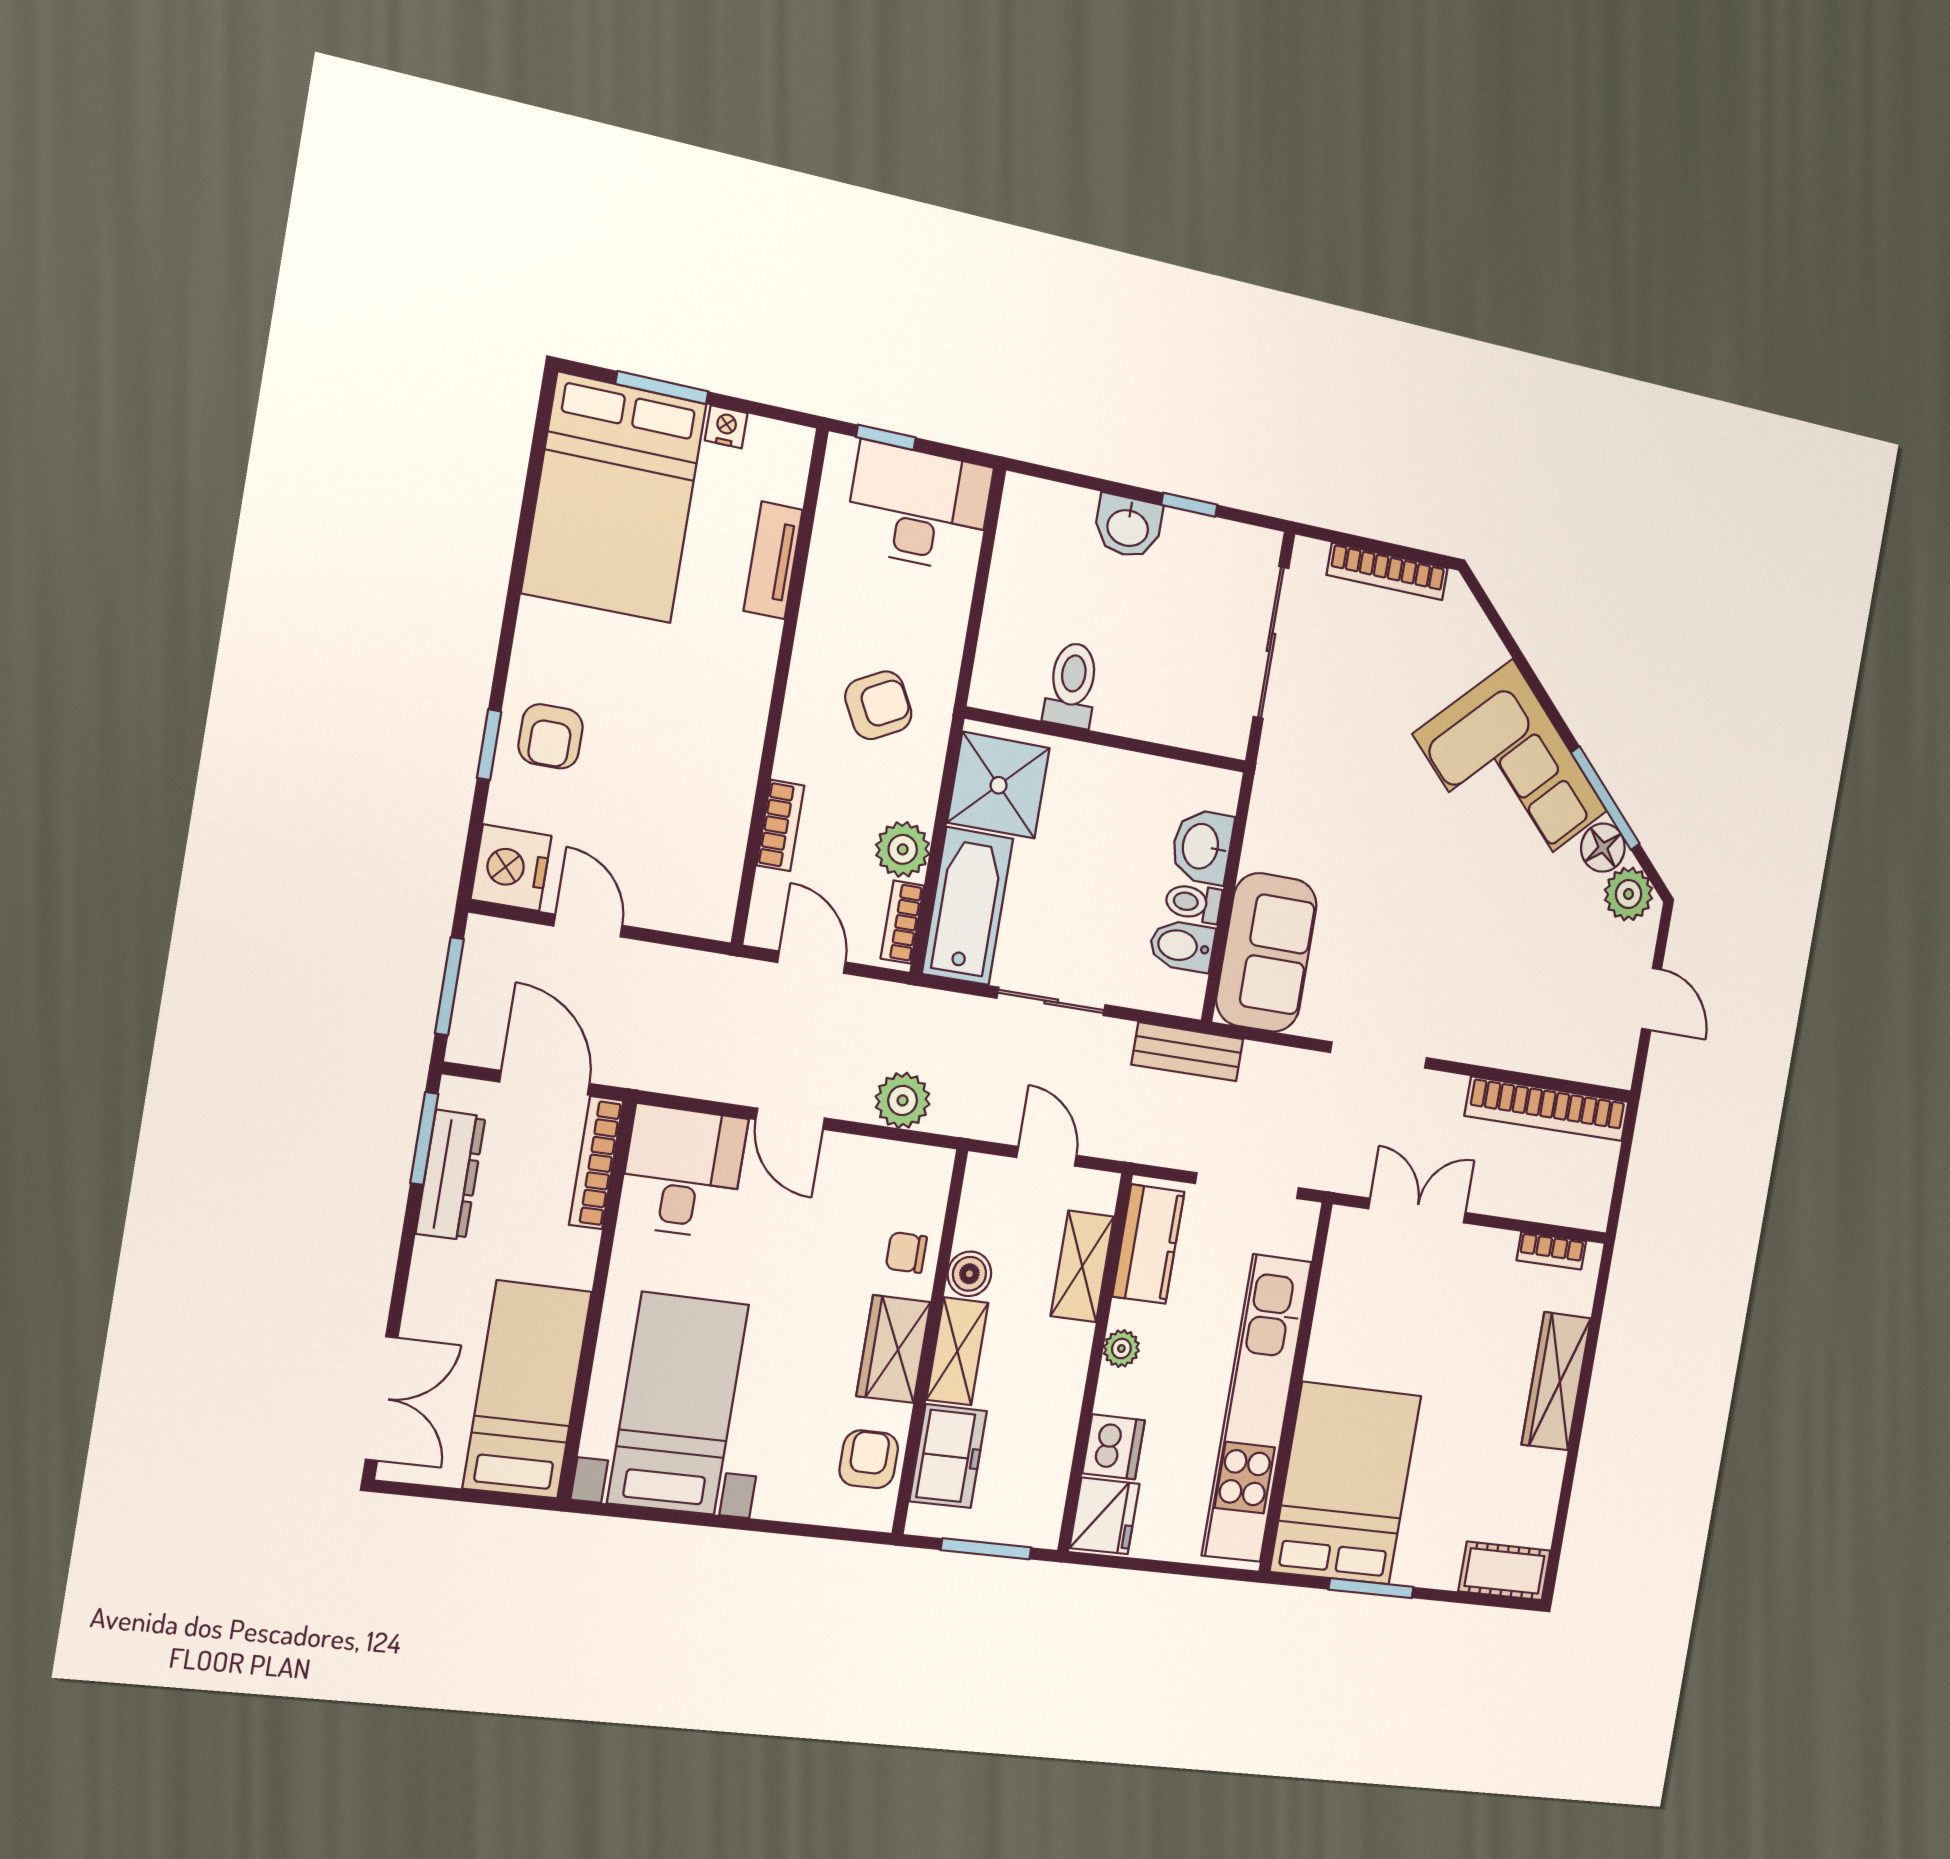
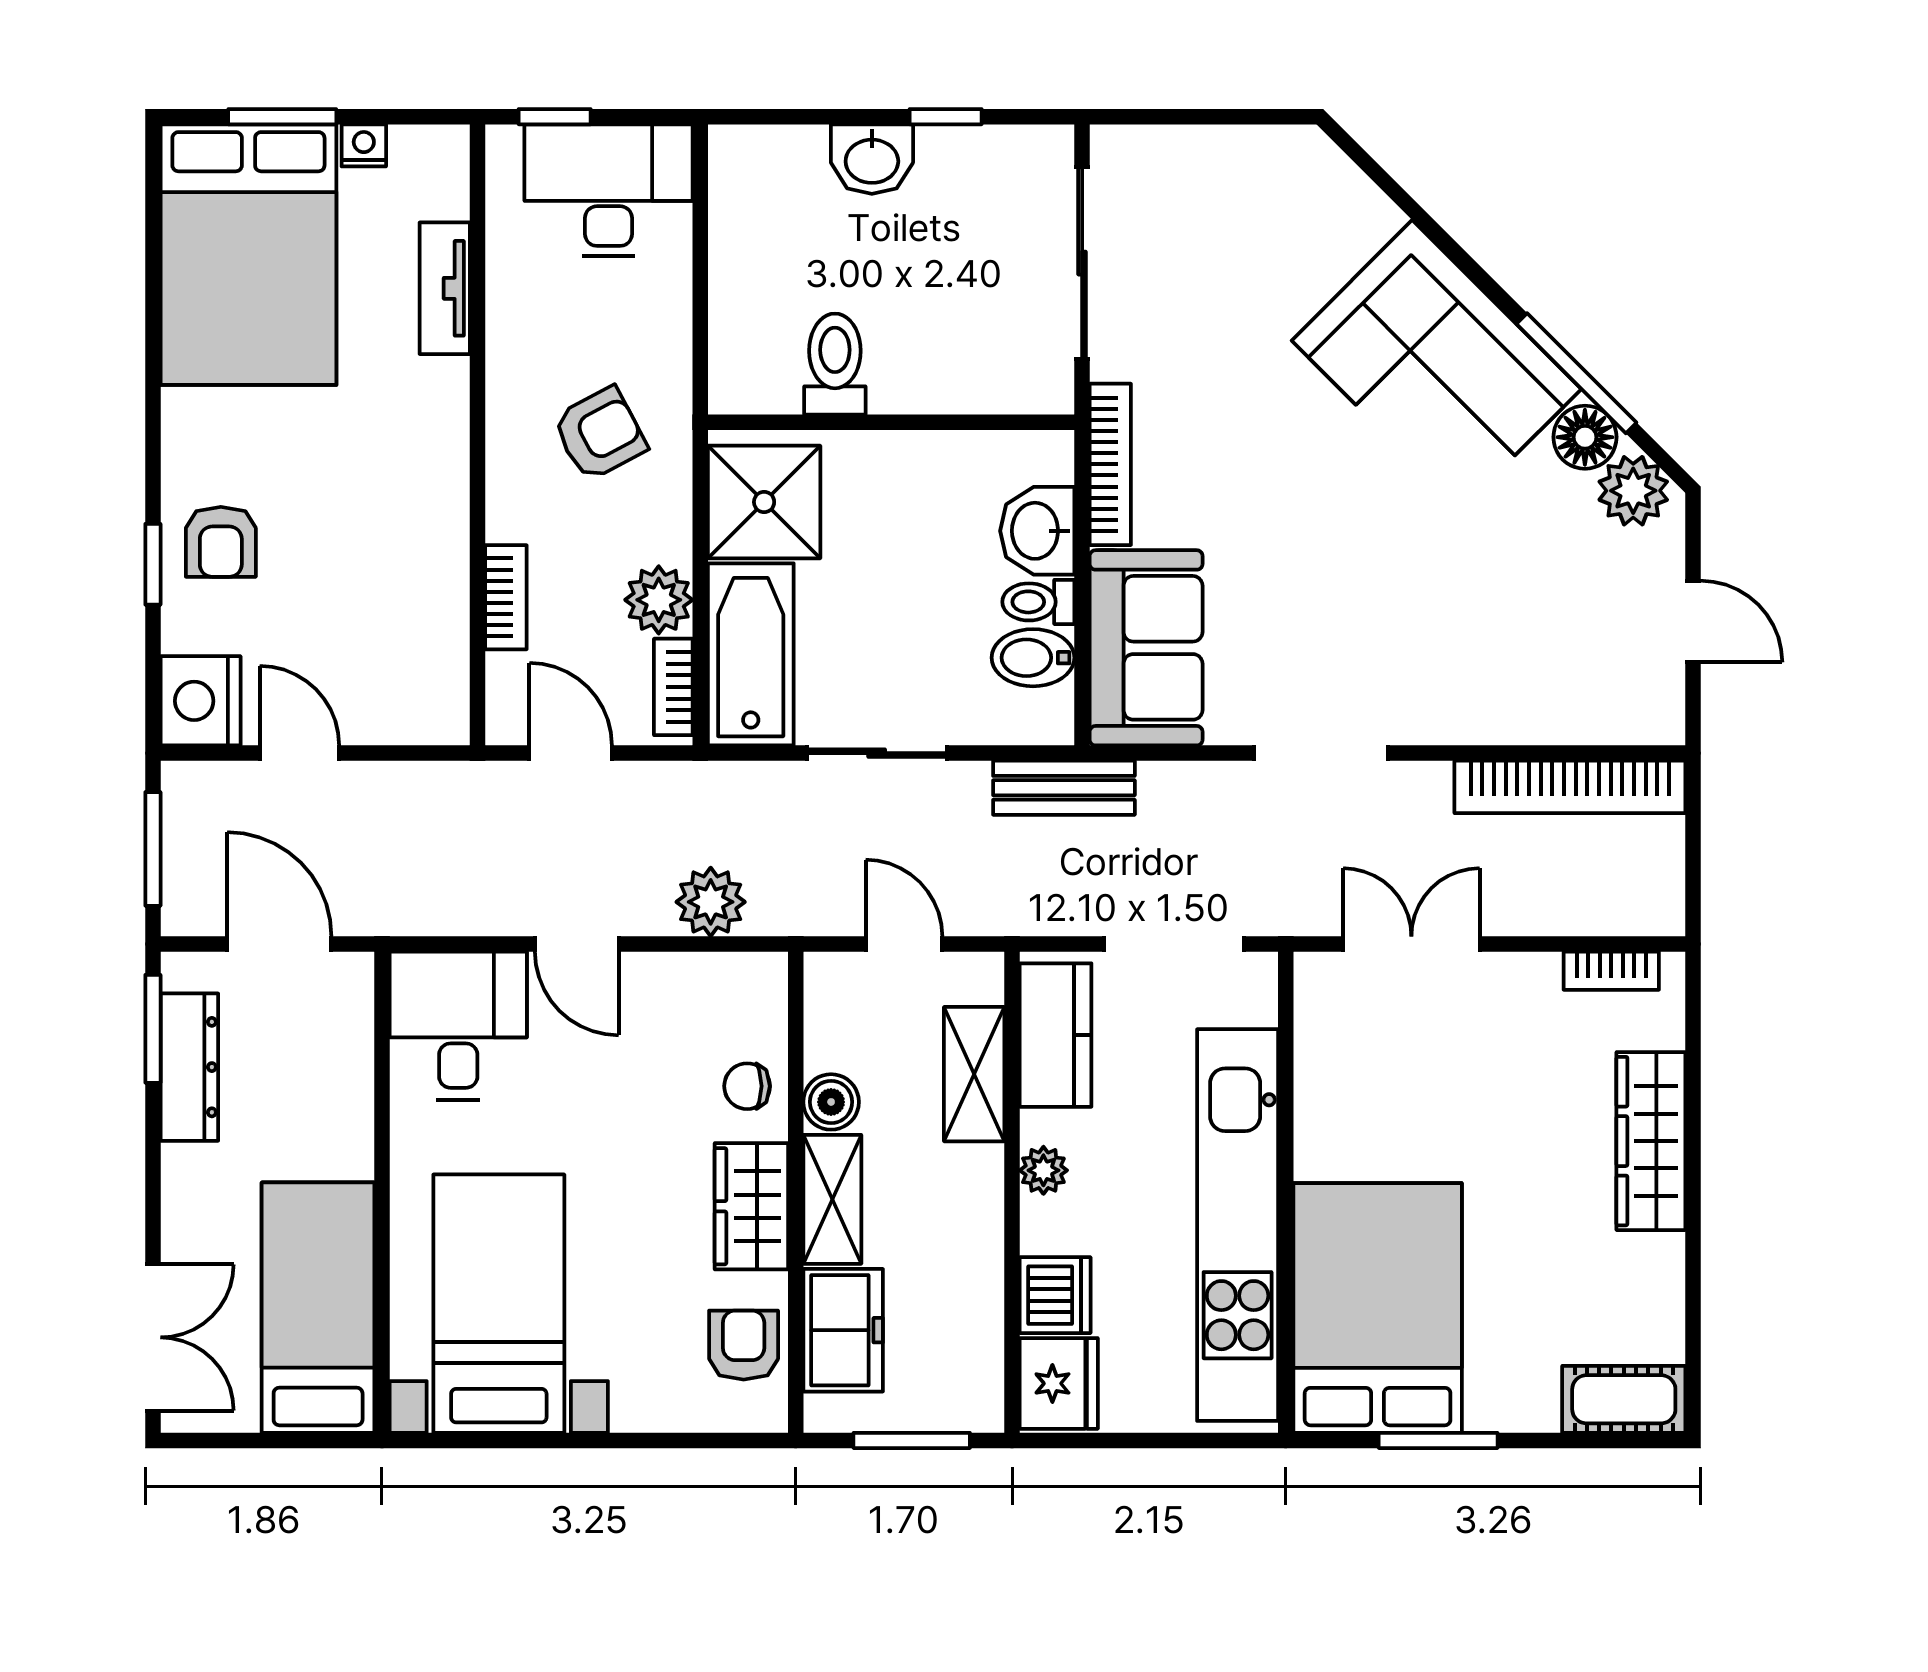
bookcase: (1387, 572) -> (1110, 464), moved, turned -90
bookcase: (596, 1163) -> (355, 1029), removed

